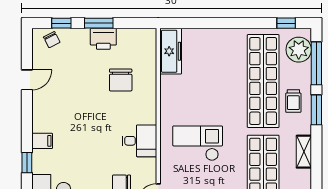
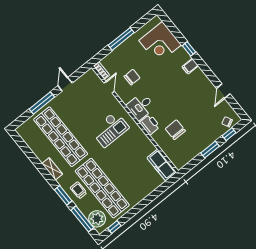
printer: (103, 39) -> (150, 125), moved, turned 90

